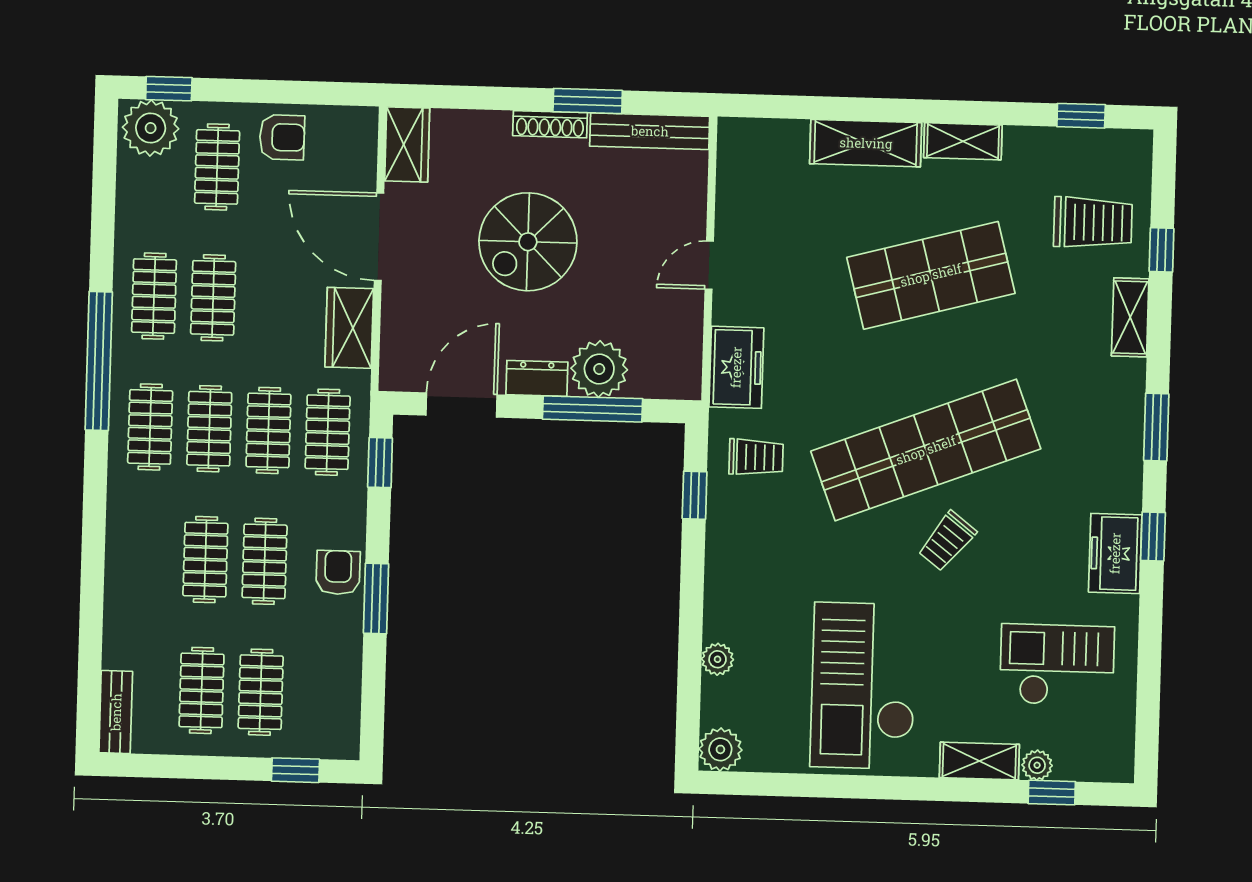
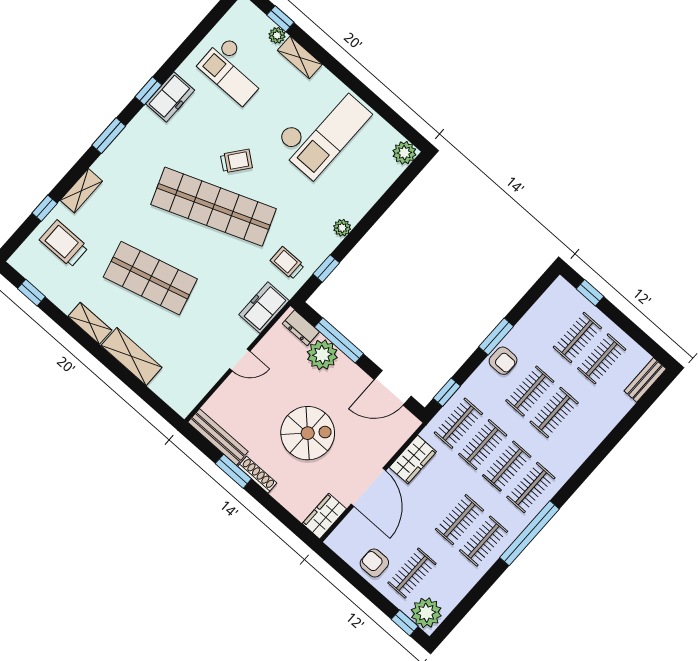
dresser: (537, 378) -> (301, 328), moved
armchair: (338, 572) -> (503, 361), turned -90
plant: (718, 659) -> (342, 228), moved

